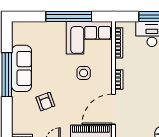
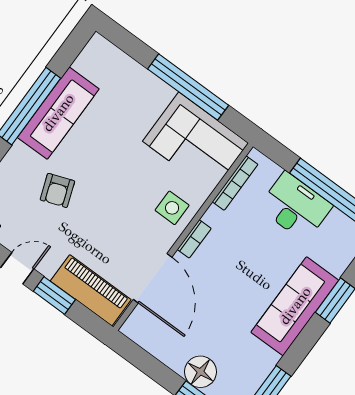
side table: (84, 73) -> (172, 208), moved
door: (113, 109) -> (153, 278), swing flipped

